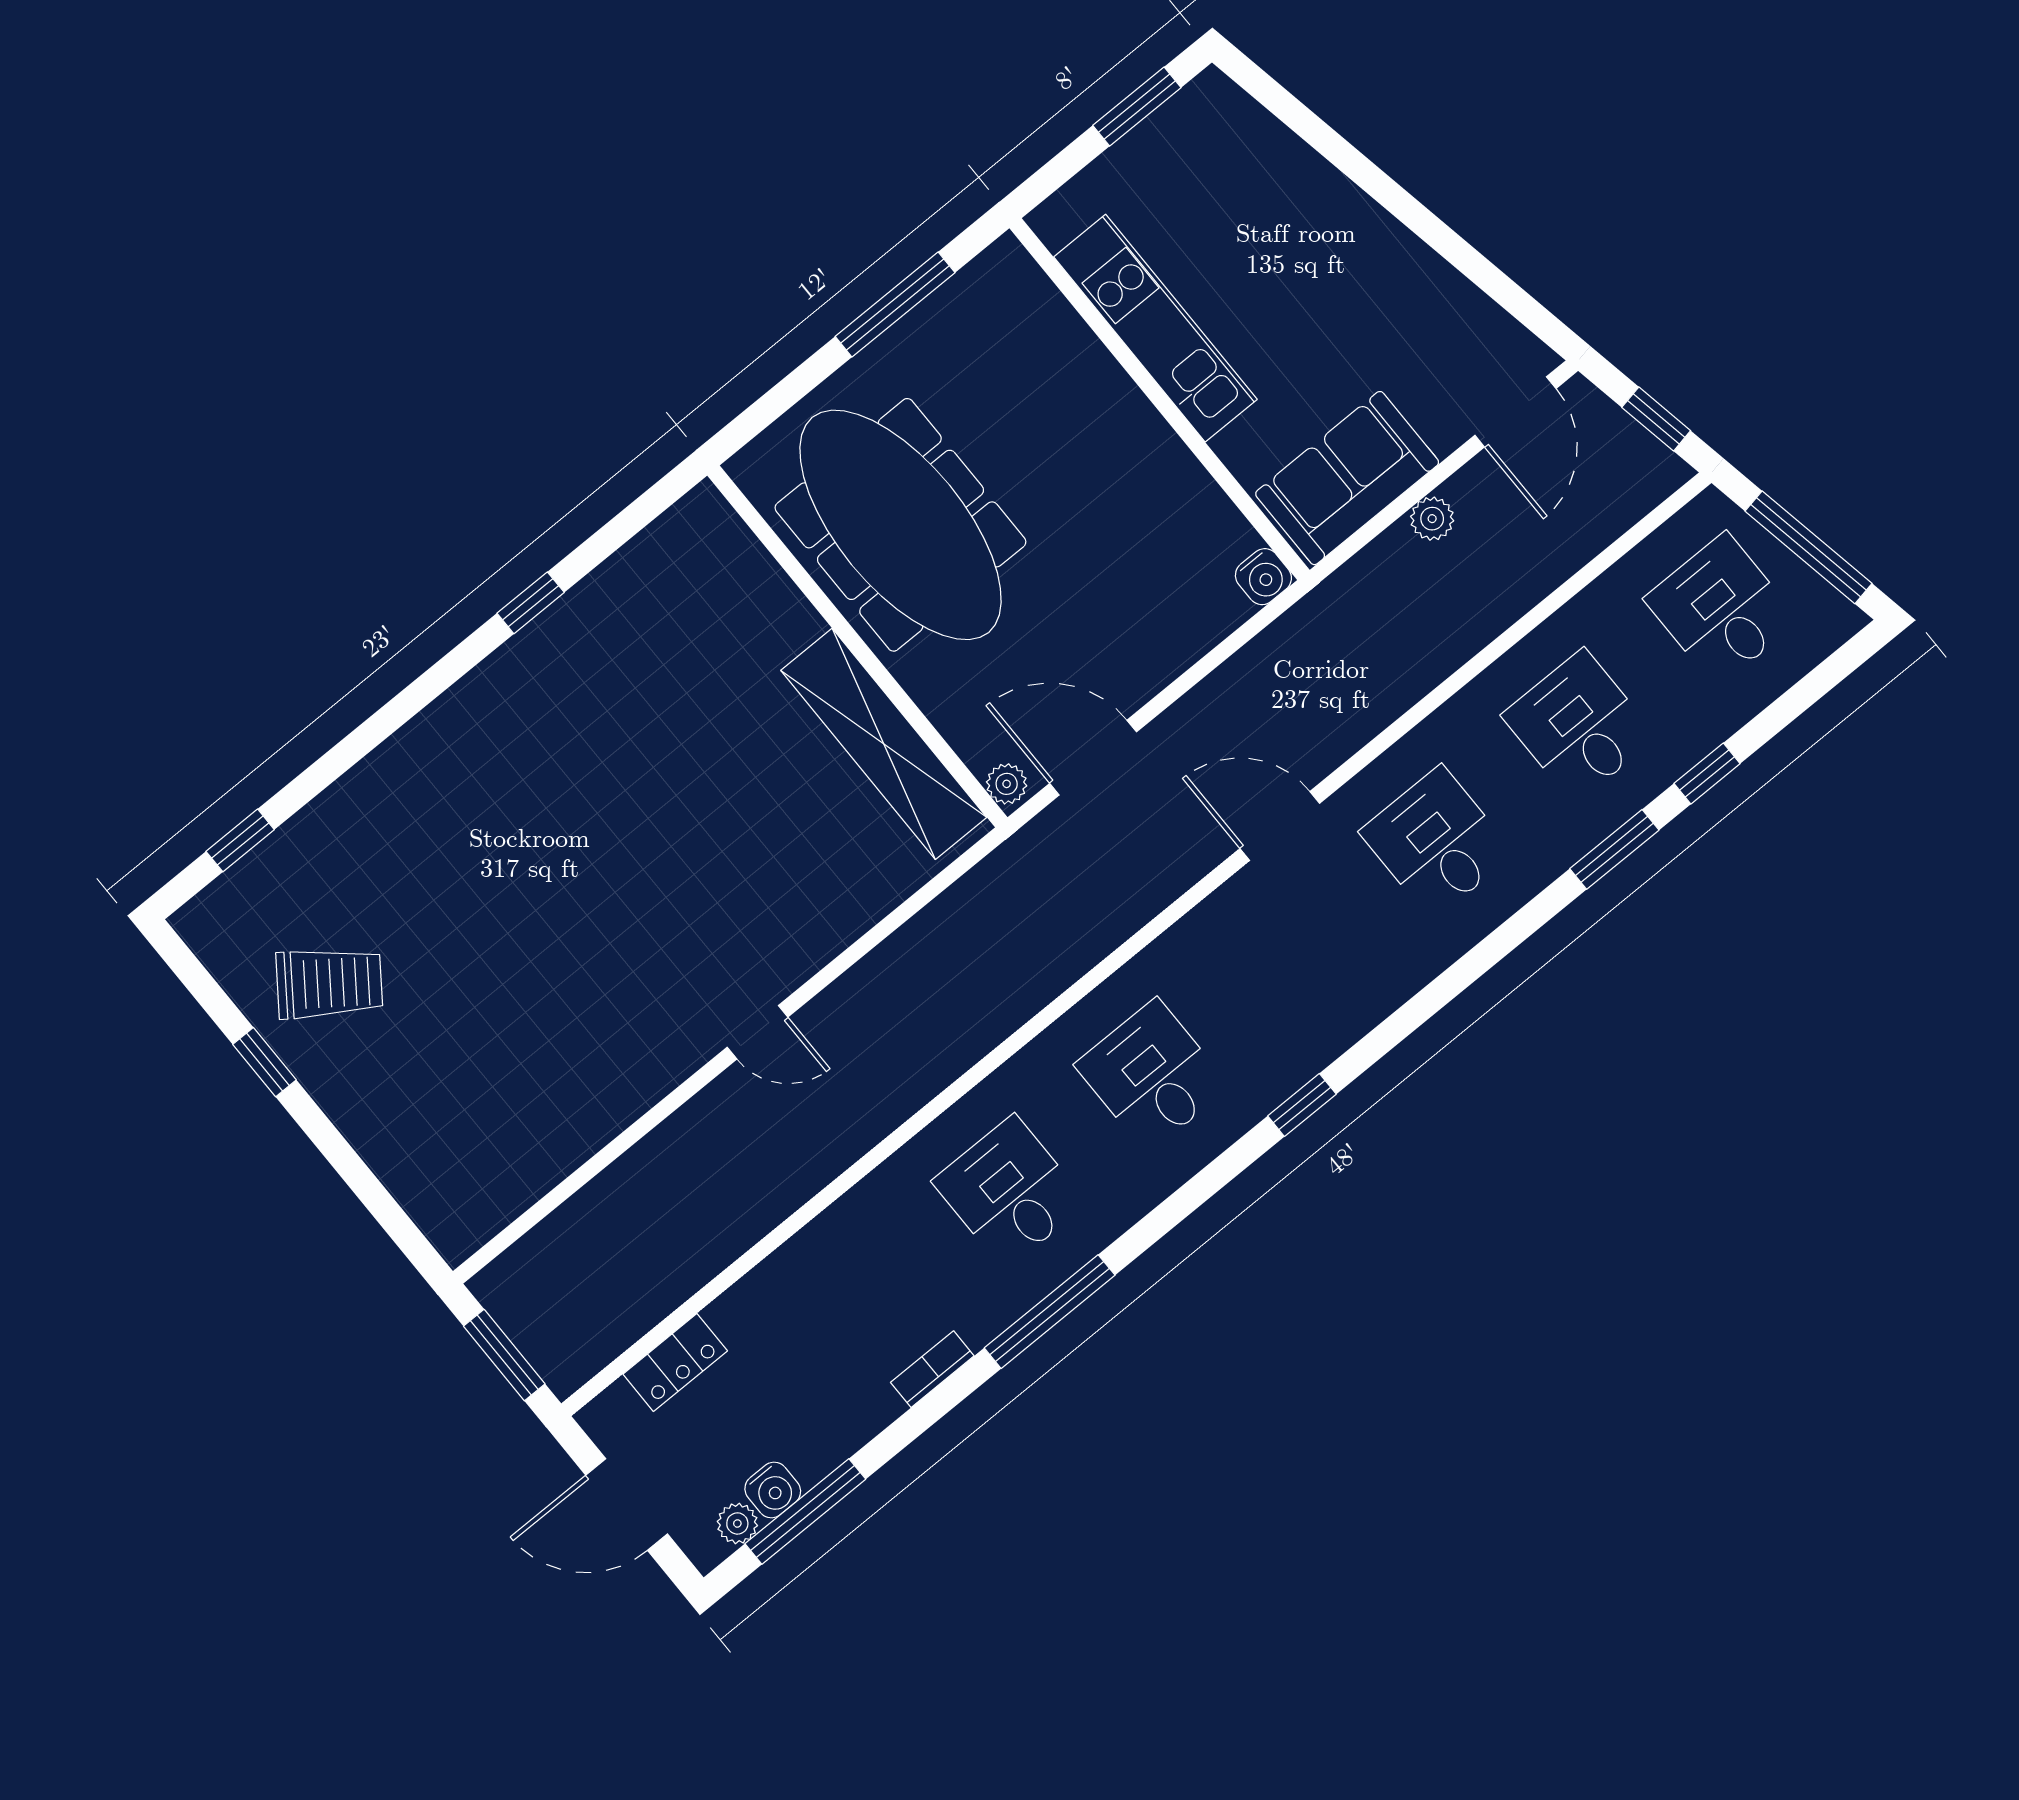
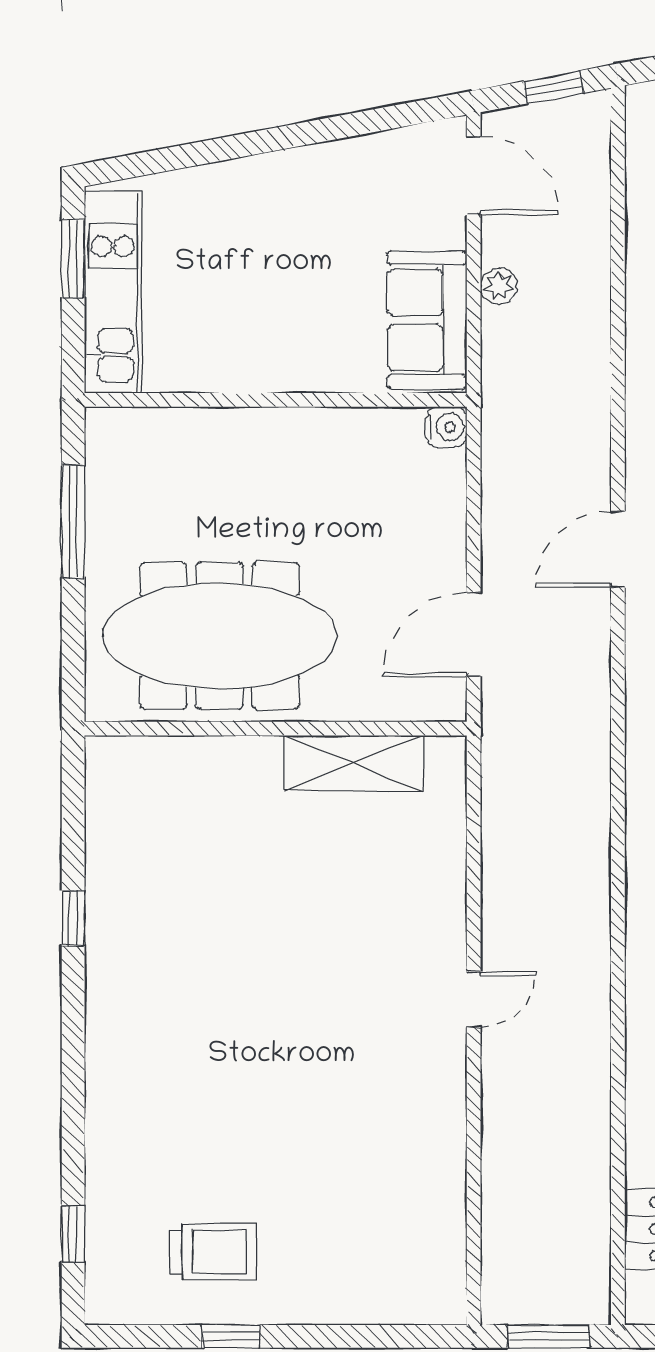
kitchen unit: (1155, 328) -> (113, 293), moved, turned 90
shelving: (884, 744) -> (353, 763), width x0.68
plant: (1007, 784) -> (445, 705), removed
trolley: (329, 983) -> (214, 1252), turned 54

